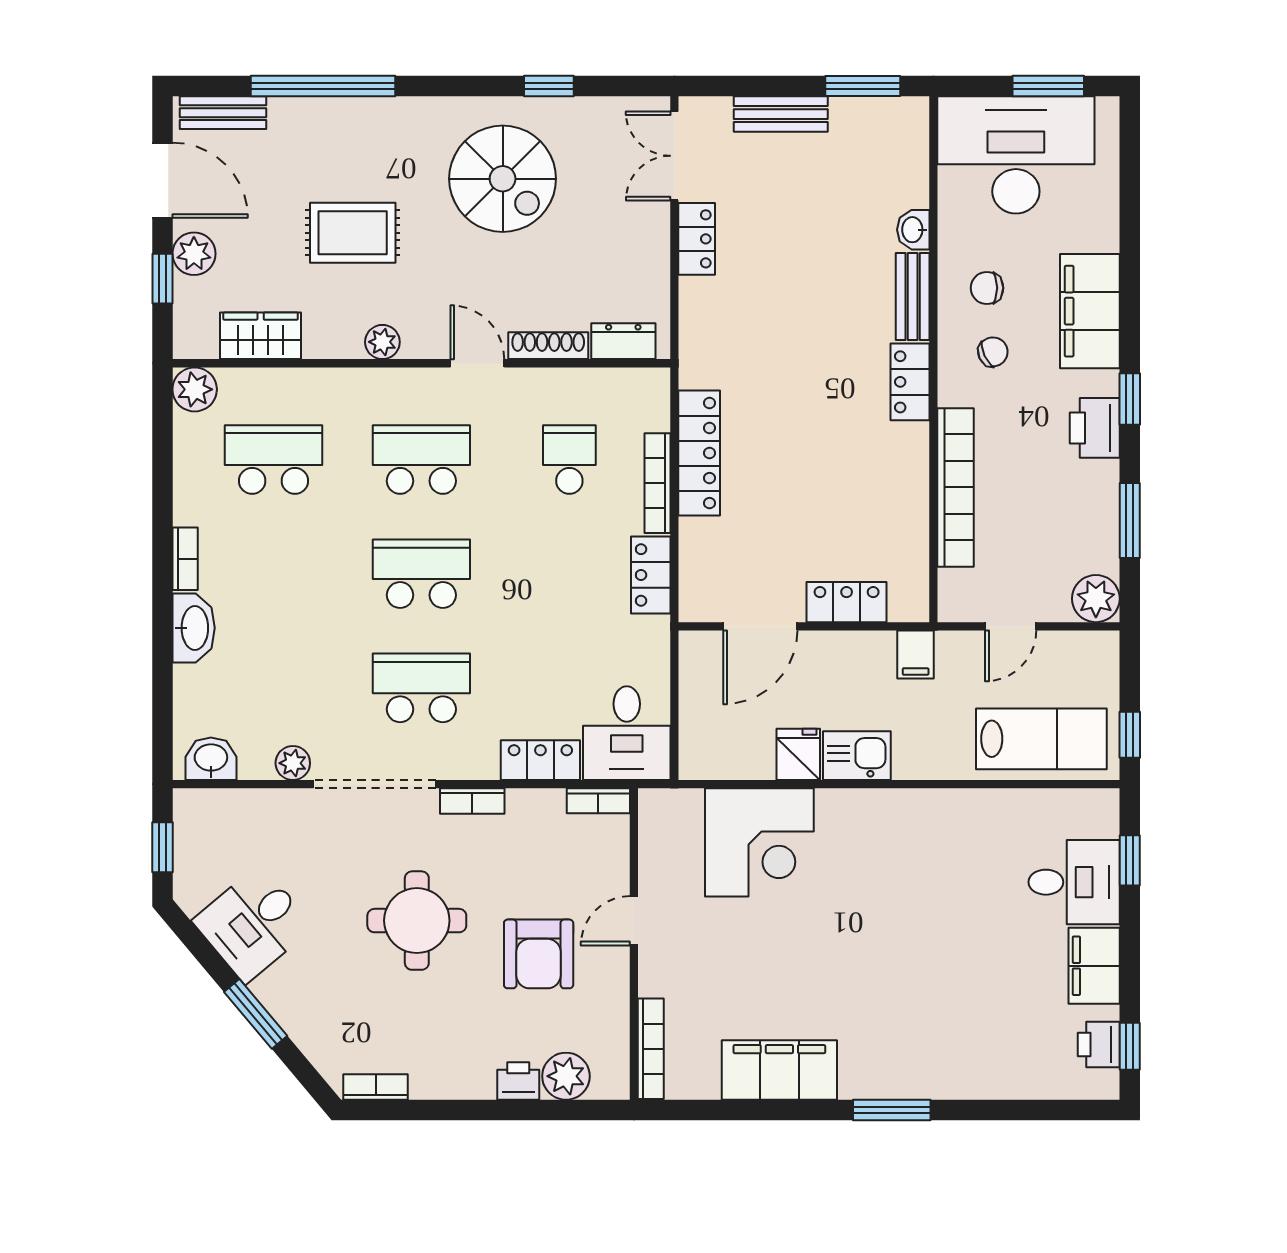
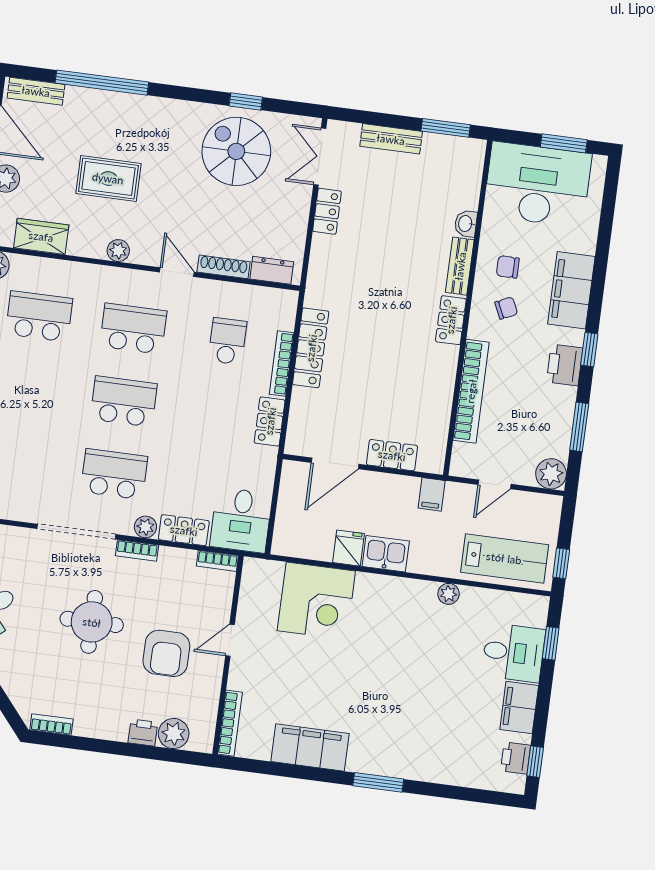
spiral stairs: (503, 179) -> (236, 151), moved, turned 180
plant: (293, 763) -> (145, 527), moved
plant: (962, 805) -> (449, 594), added

